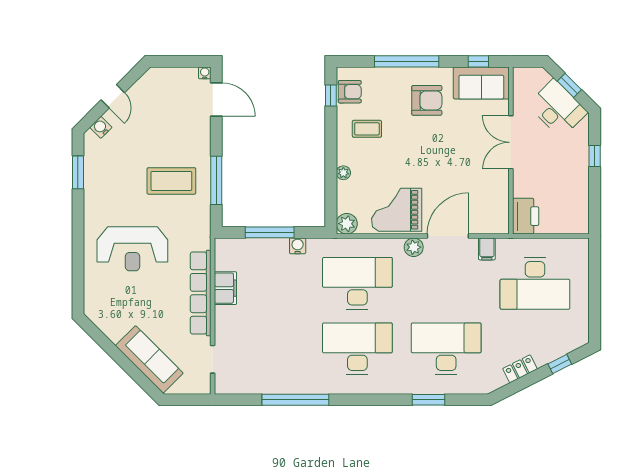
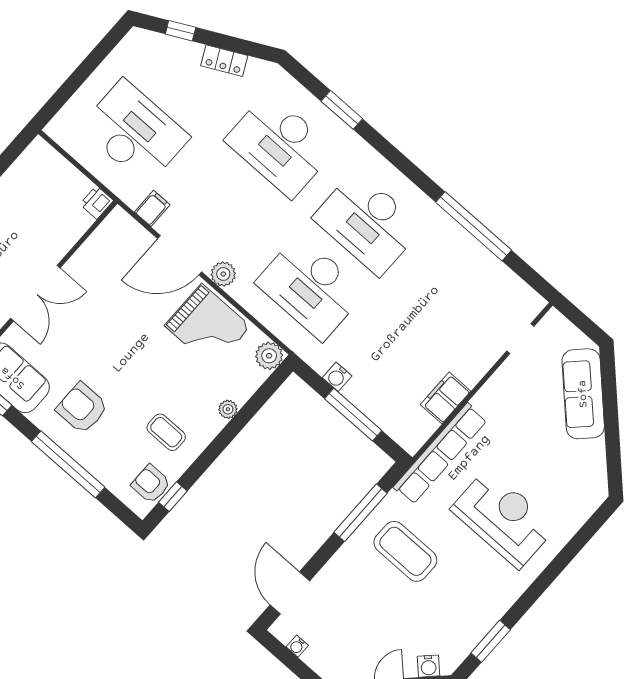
water cooler: (205, 73) -> (297, 646), moved
printer: (526, 216) -> (97, 202), width x0.53, depth x0.68
row of seats: (201, 293) -> (440, 454), moved

